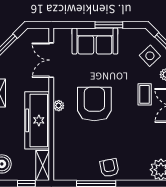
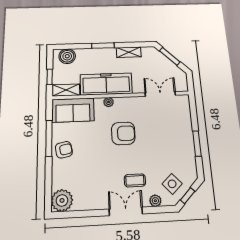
sofa: (95, 41) -> (73, 110), moved, turned -90
armchair: (94, 104) -> (123, 133), width x0.73, depth x0.73
plant: (59, 106) -> (109, 102), moved

